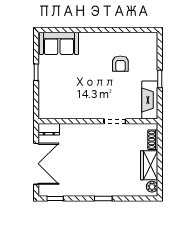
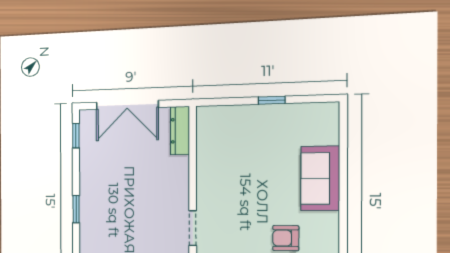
sofa: (59, 43) -> (320, 178), moved
dresser: (49, 129) -> (180, 131), width x1.44

